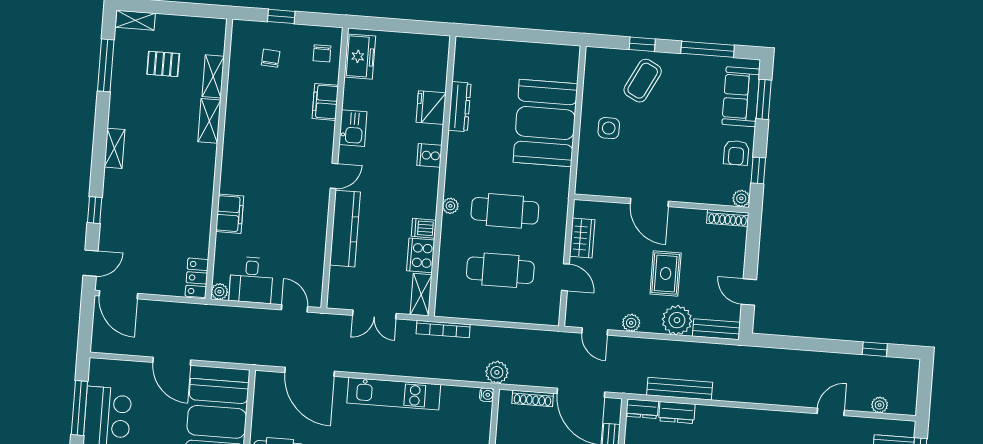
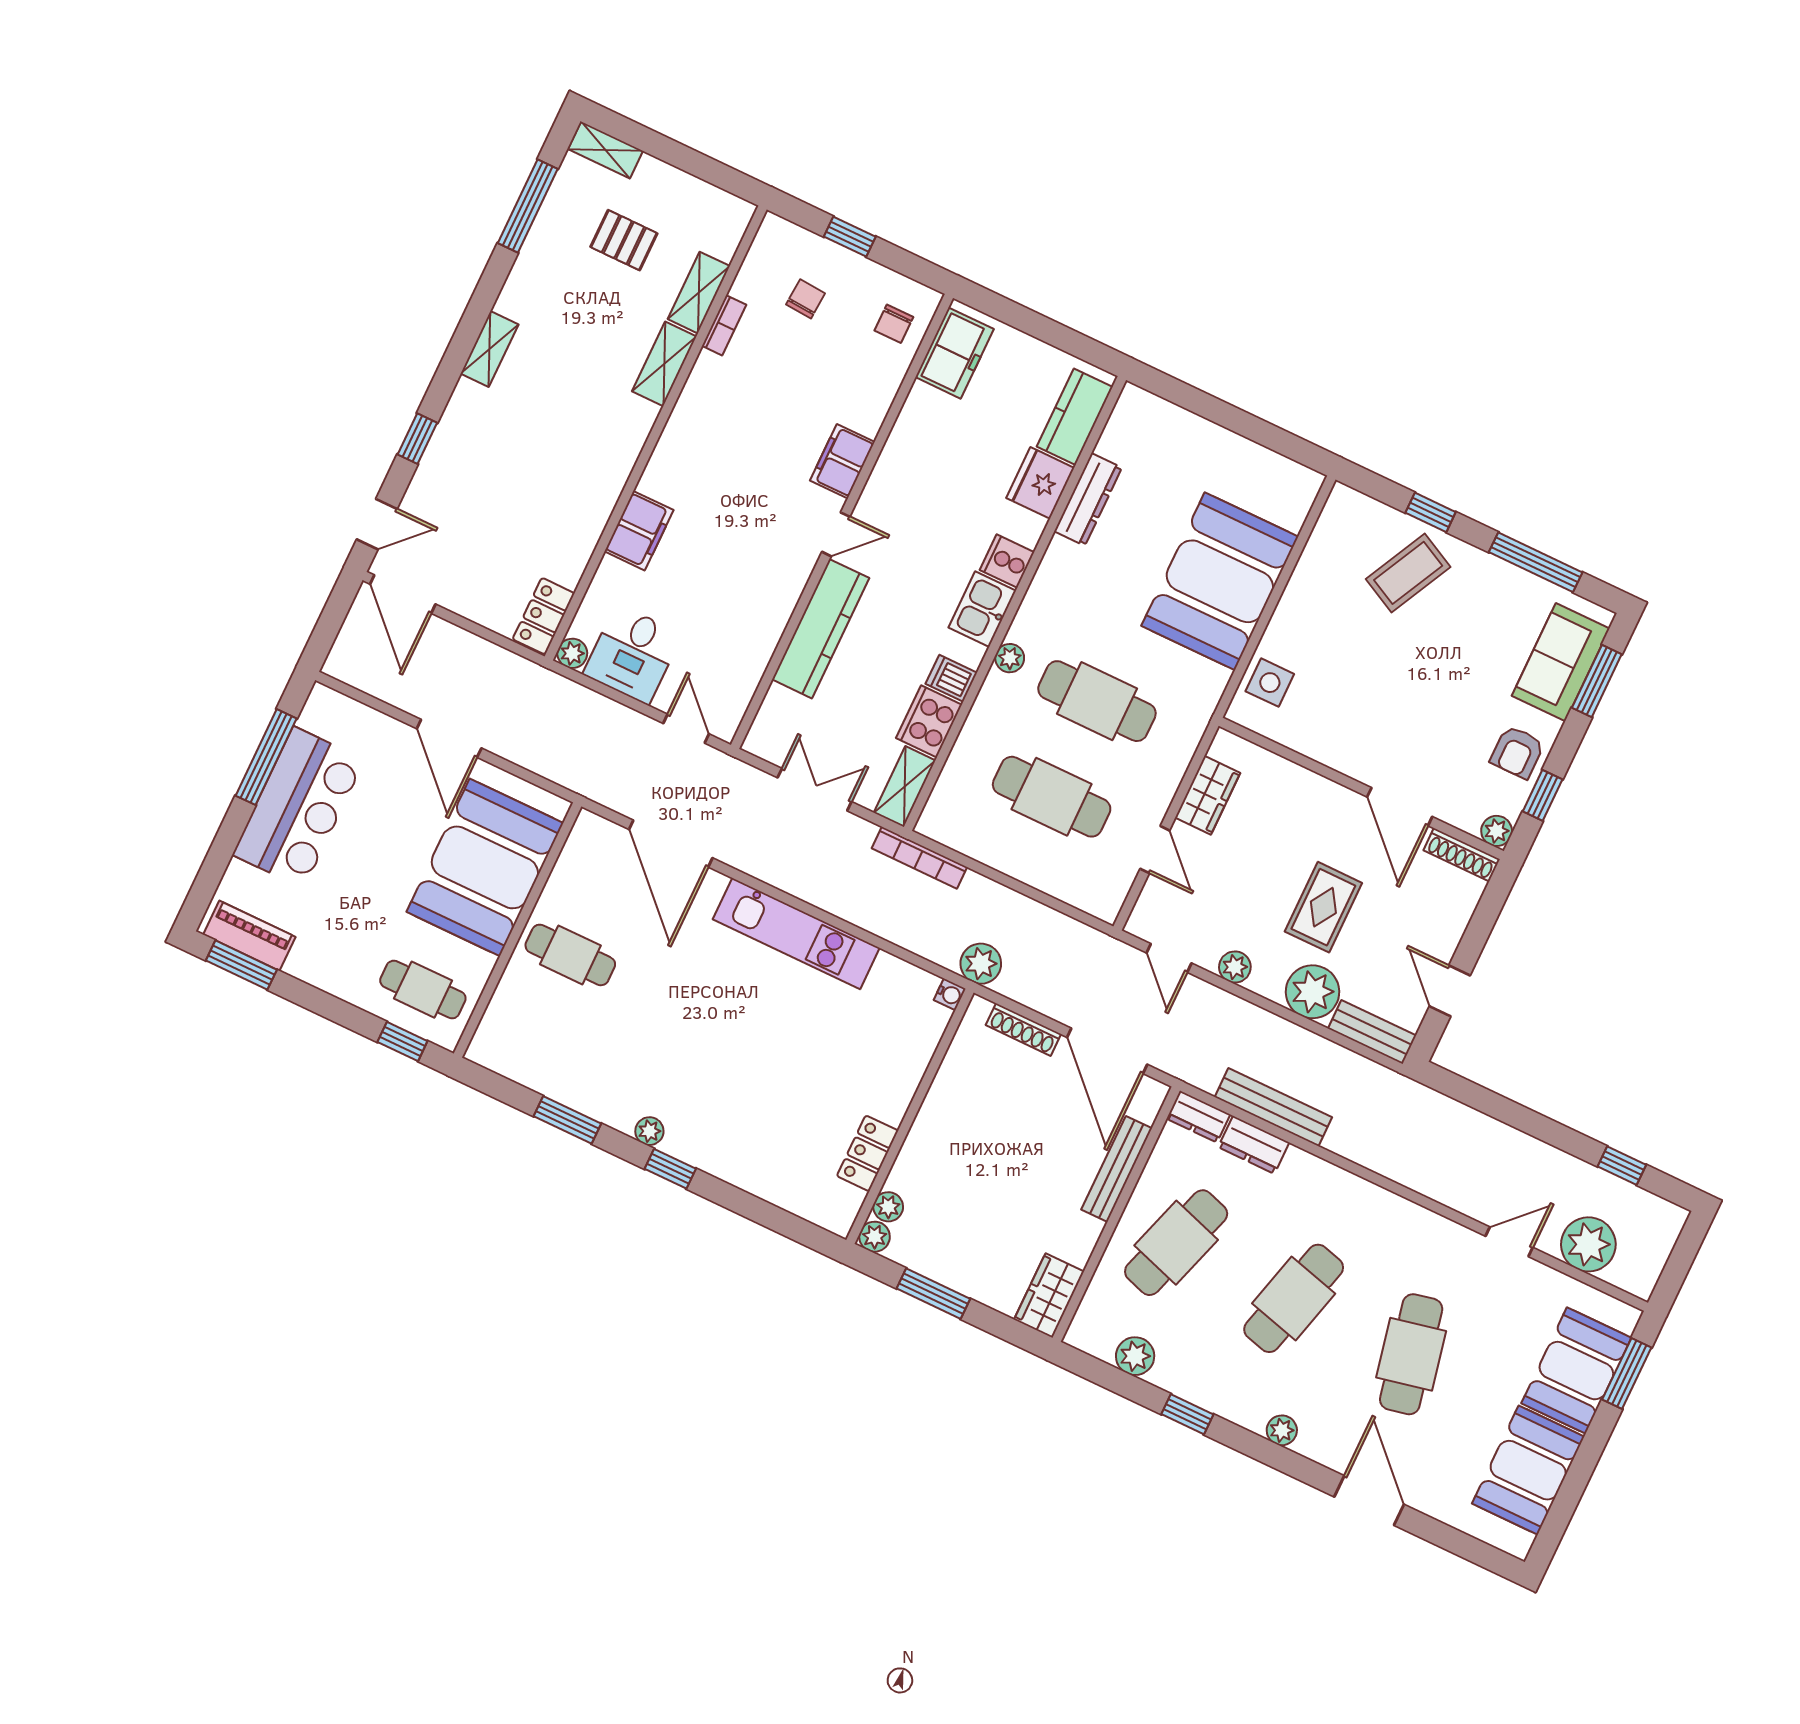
kitchen counter: (436, 66) -> (1075, 417), added
bookcase: (233, 89) -> (724, 325), added
filing cabinet: (325, 102) -> (842, 461), moved
kitchen sink: (353, 128) -> (982, 609), moved, turned 180
side table: (609, 128) -> (1270, 683), moved
door: (649, 202) -> (1400, 807), moved
double door: (374, 314) -> (815, 790), swing flipped
plant: (880, 405) -> (1588, 1244), width x1.88, depth x1.88

